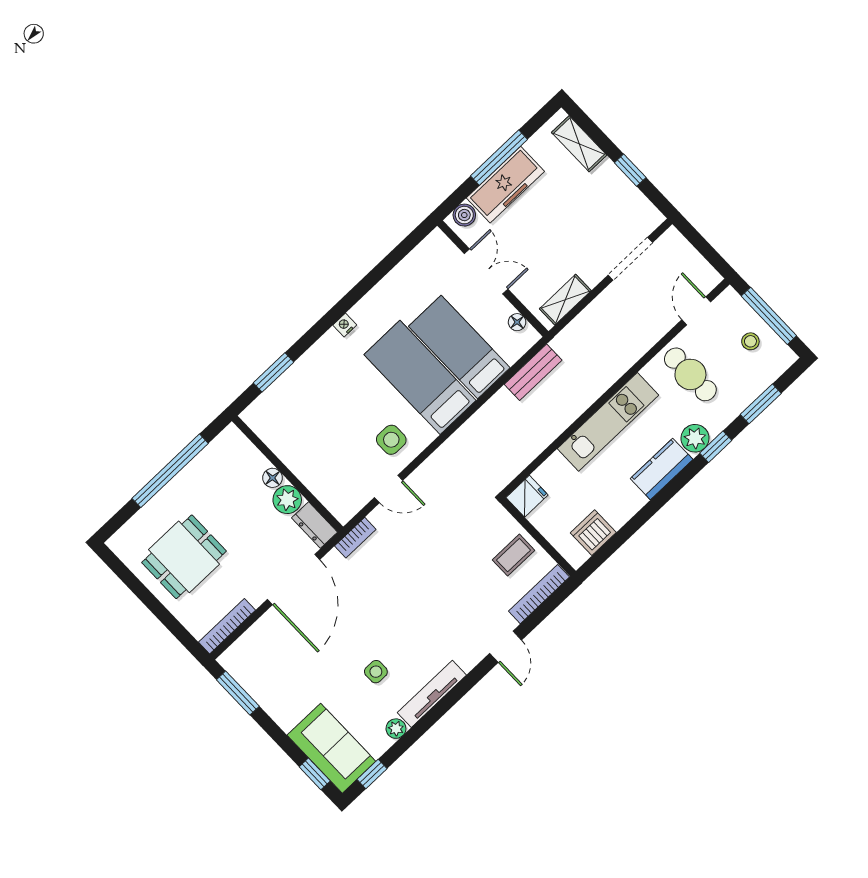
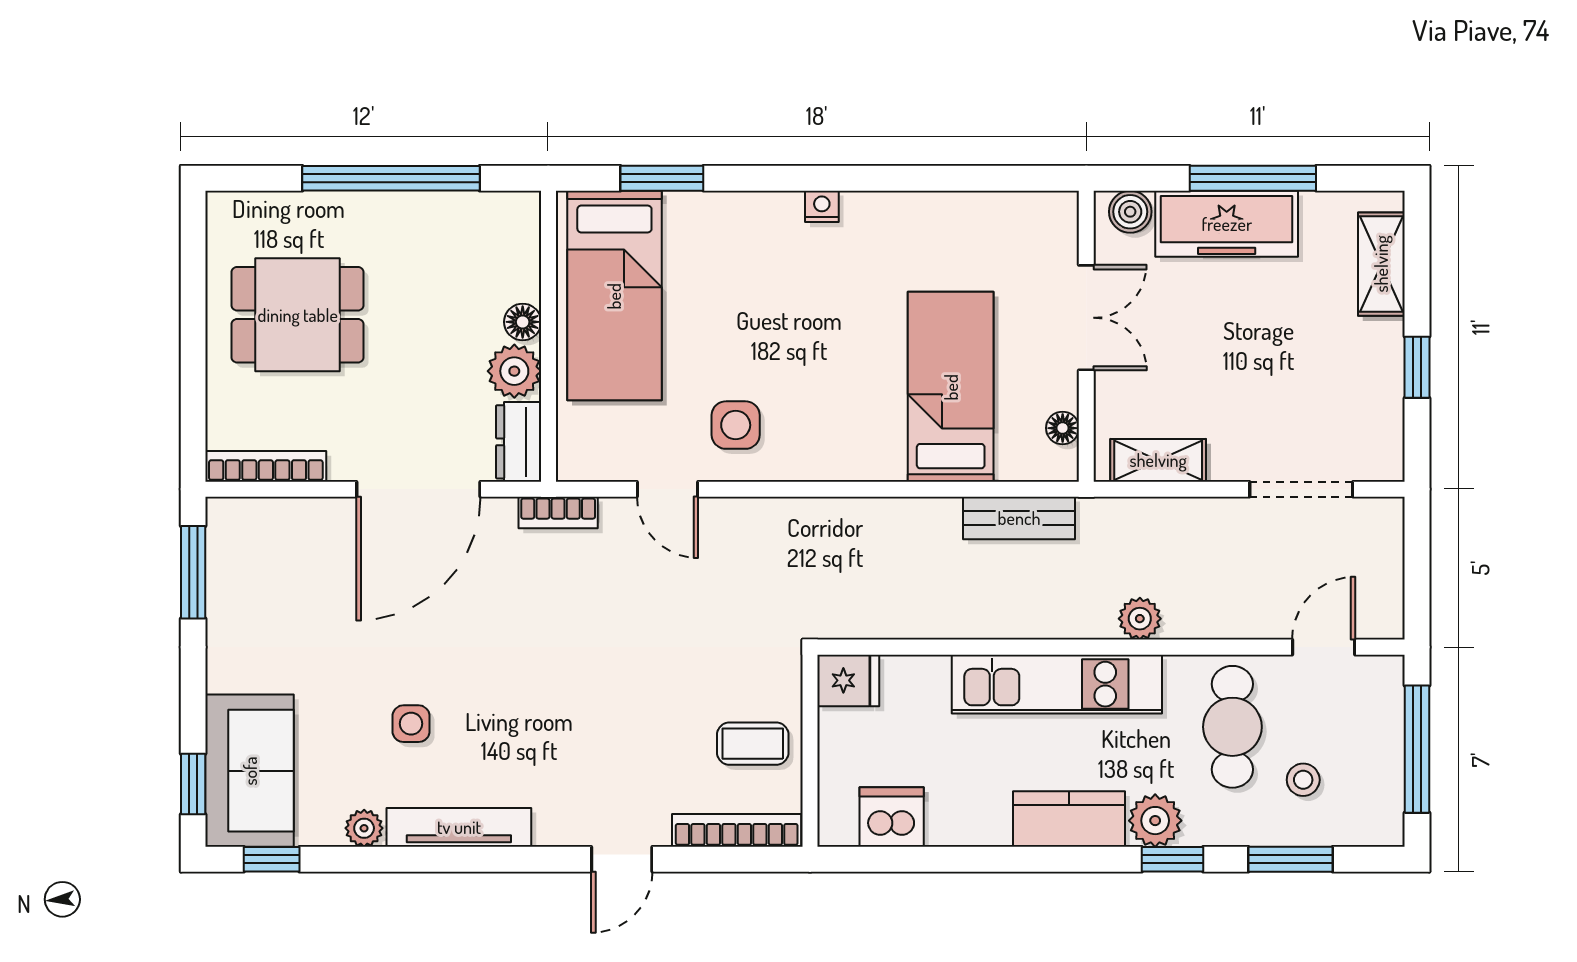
stool: (750, 341) -> (1303, 780), moved
plant: (616, 367) -> (1140, 619), added
bed: (420, 377) -> (614, 296), moved, turned 180

